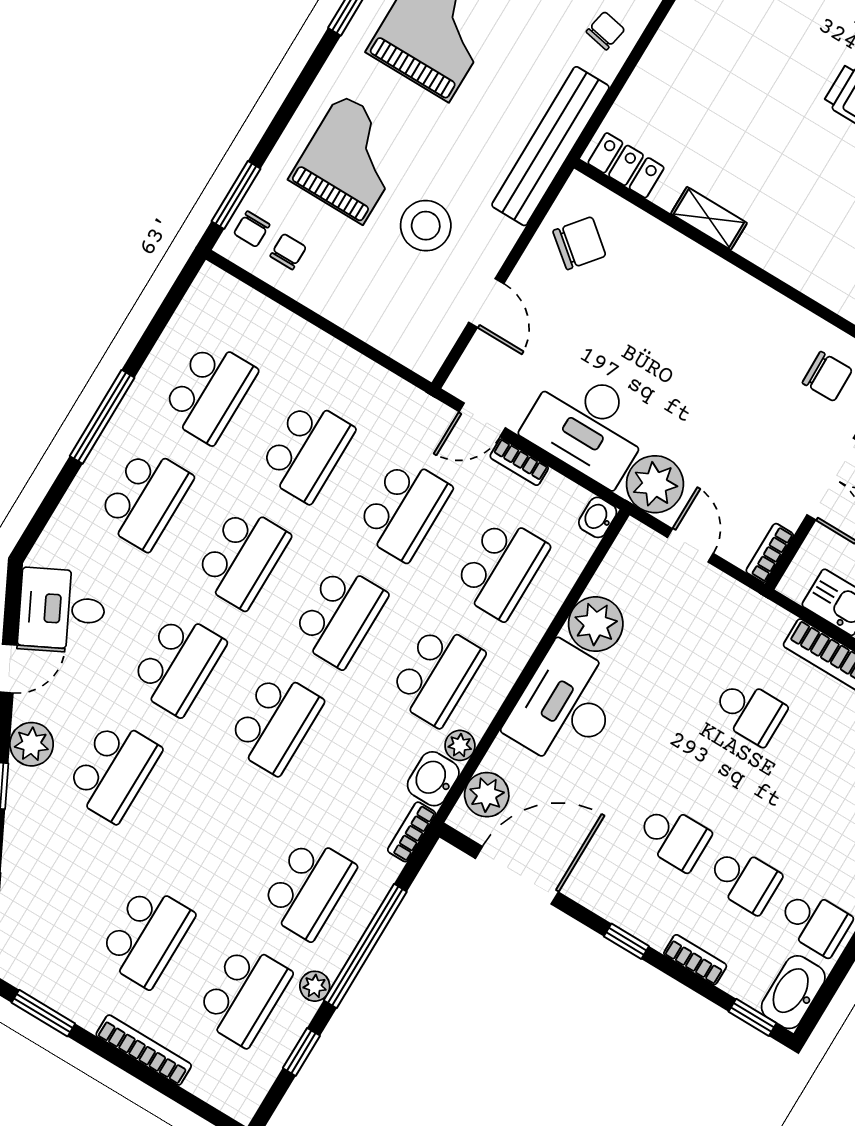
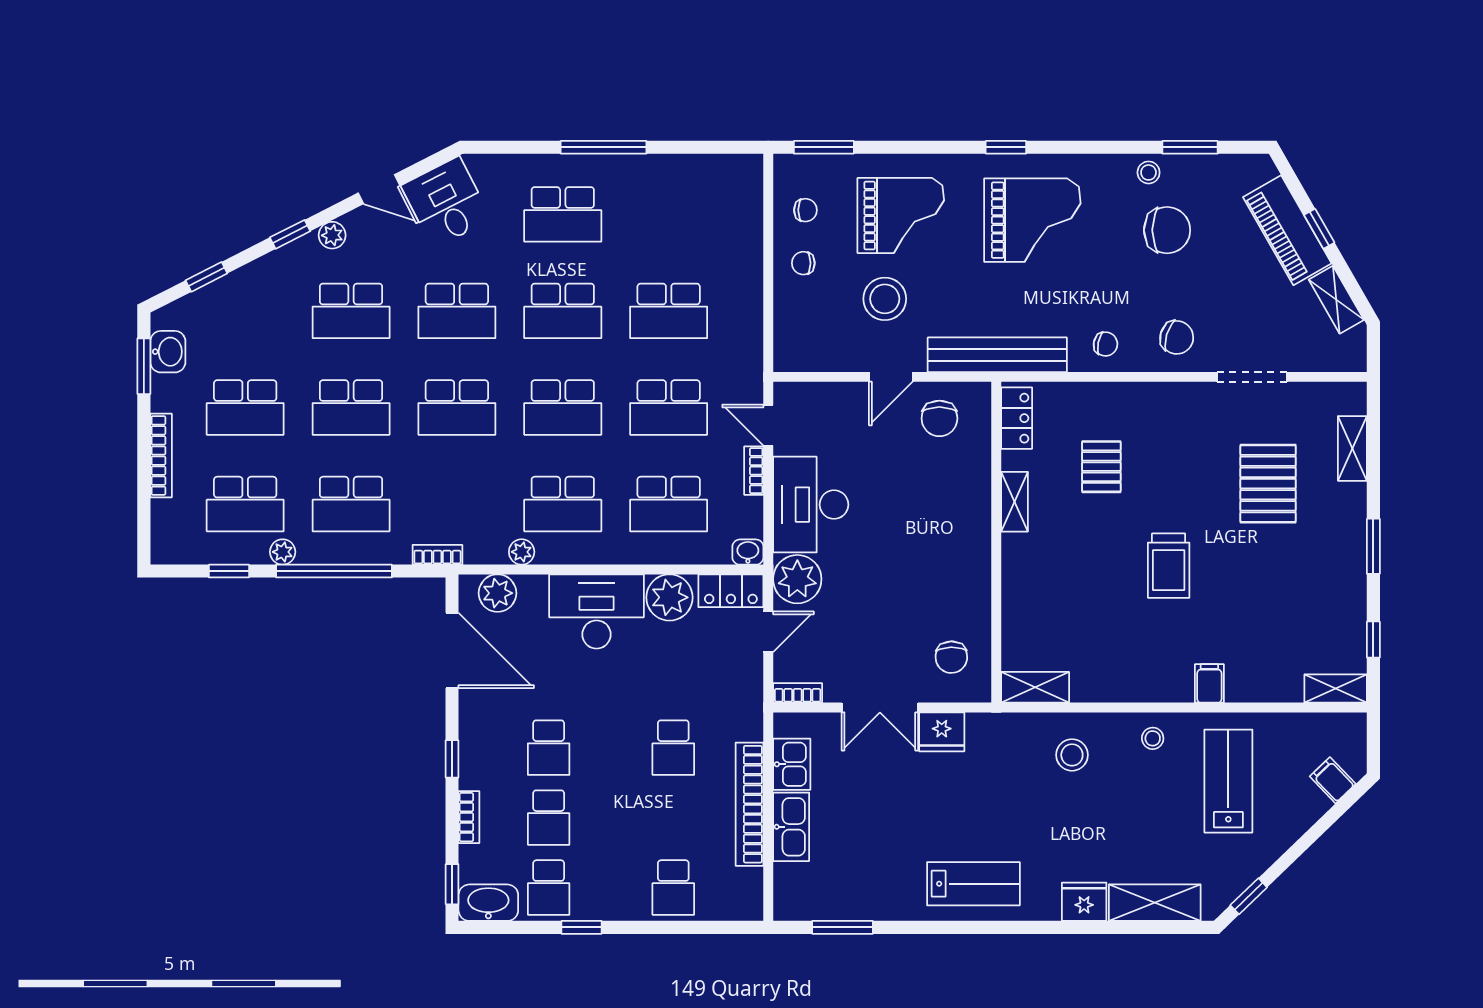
pallet: (726, 109) -> (1101, 467), added
chair: (252, 229) -> (803, 263), moved
chair: (579, 243) -> (939, 418), turned 51
door: (486, 303) -> (891, 377), moved
school desk: (209, 392) -> (351, 407), moved
locker: (626, 558) -> (731, 591), added
plant: (32, 744) -> (332, 235), width x0.73, depth x0.73
washbasin: (433, 779) -> (168, 352), moved, turned 90

